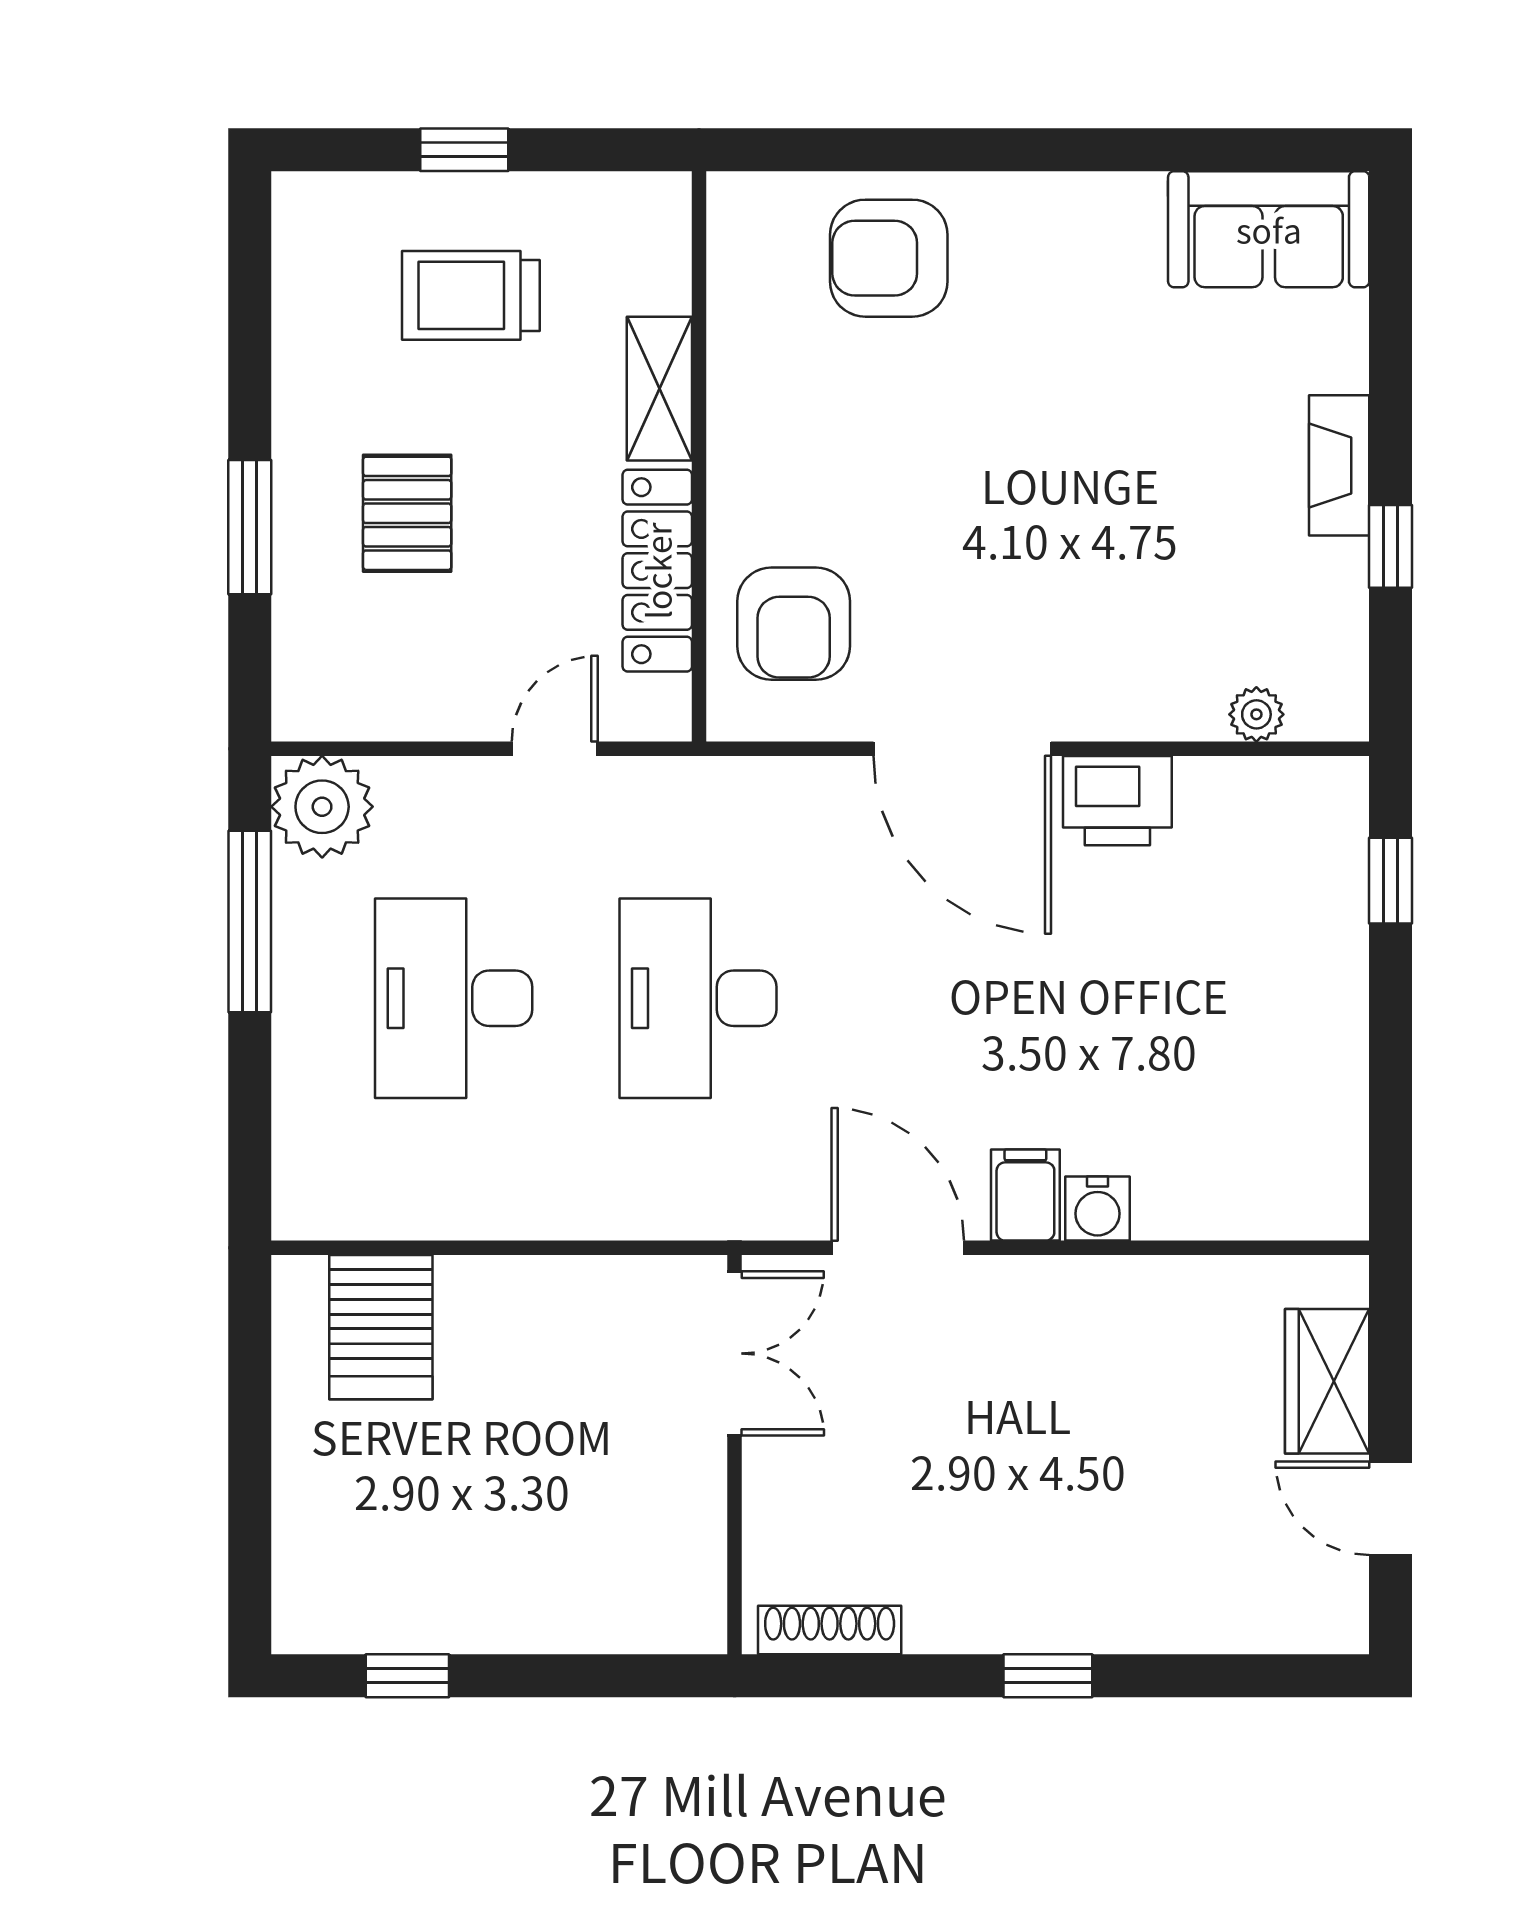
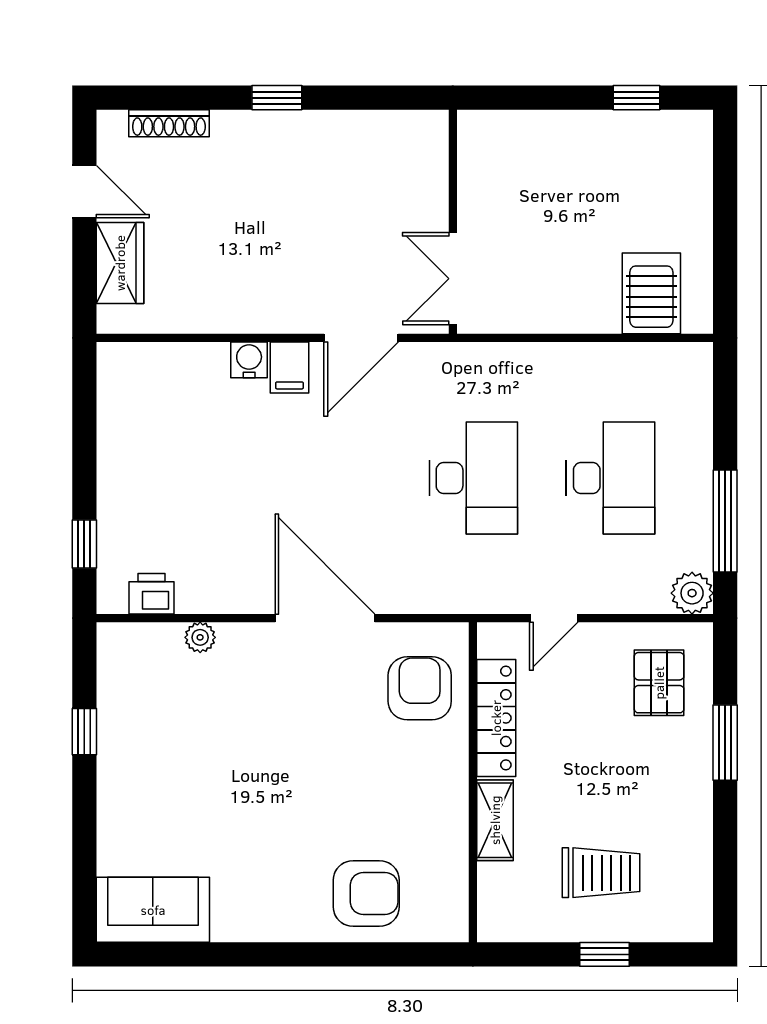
fireplace: (1339, 465) -> (113, 777), removed
pallet: (407, 513) -> (659, 683), moved
plant: (1256, 714) -> (200, 637), moved
printer: (1117, 801) -> (152, 594), moved, width x0.73, depth x0.81
plant: (322, 807) -> (692, 593), width x0.73, depth x0.73
door: (898, 1248) -> (361, 338), hinge flipped
shoe rack: (830, 1630) -> (169, 123), moved

